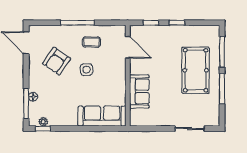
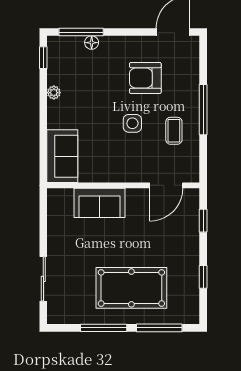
window: (177, 23) -> (203, 277), moved
armchair: (57, 61) -> (145, 78), turned -35
sofa: (102, 116) -> (62, 156), width x0.73
plant: (43, 122) -> (54, 93), moved

